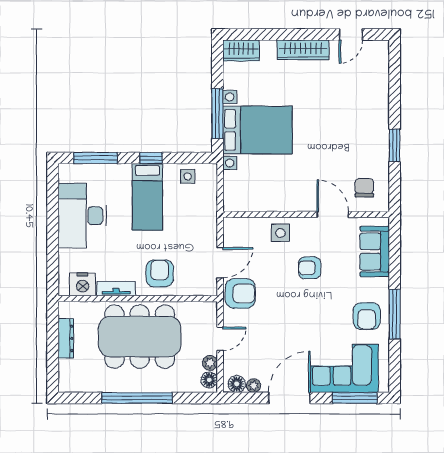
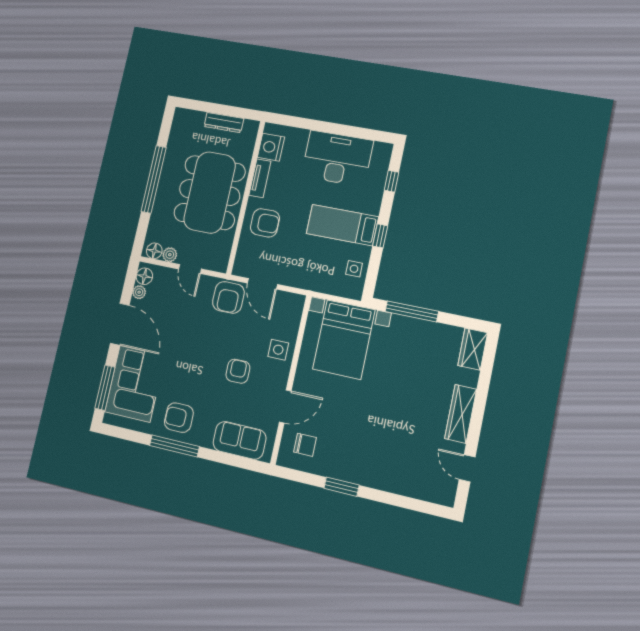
bed with nightstands: (257, 130) -> (344, 339), moved
window: (95, 158) -> (392, 181), width x0.46

